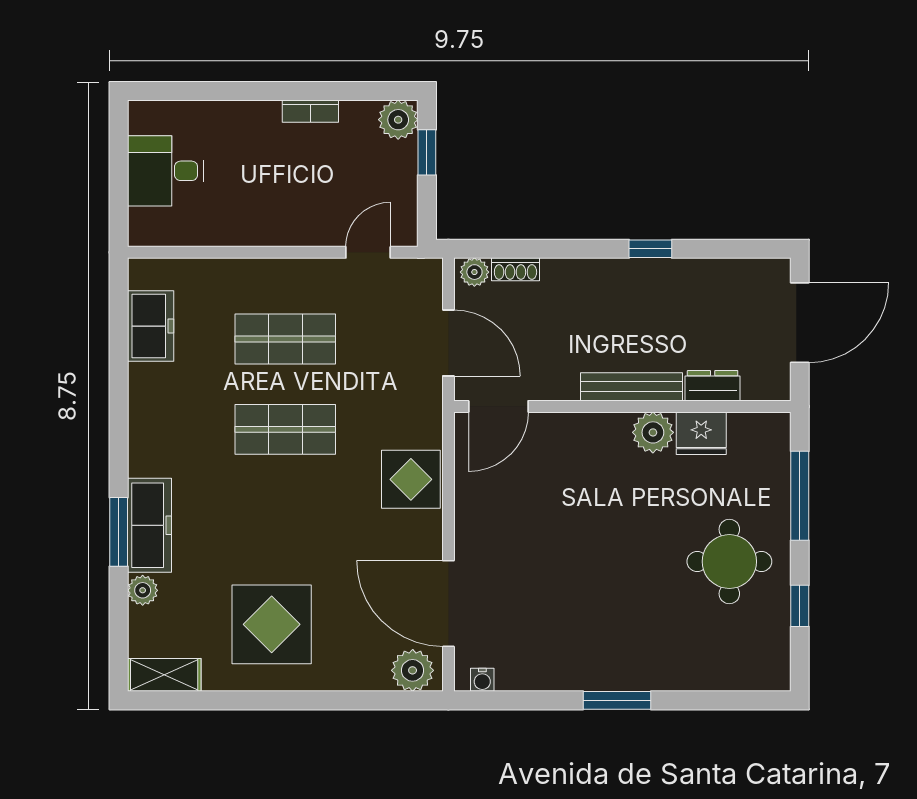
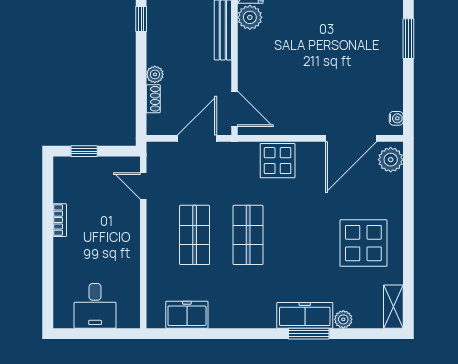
plant: (398, 120) -> (65, 168), removed
plant: (474, 272) -> (155, 74), moved

